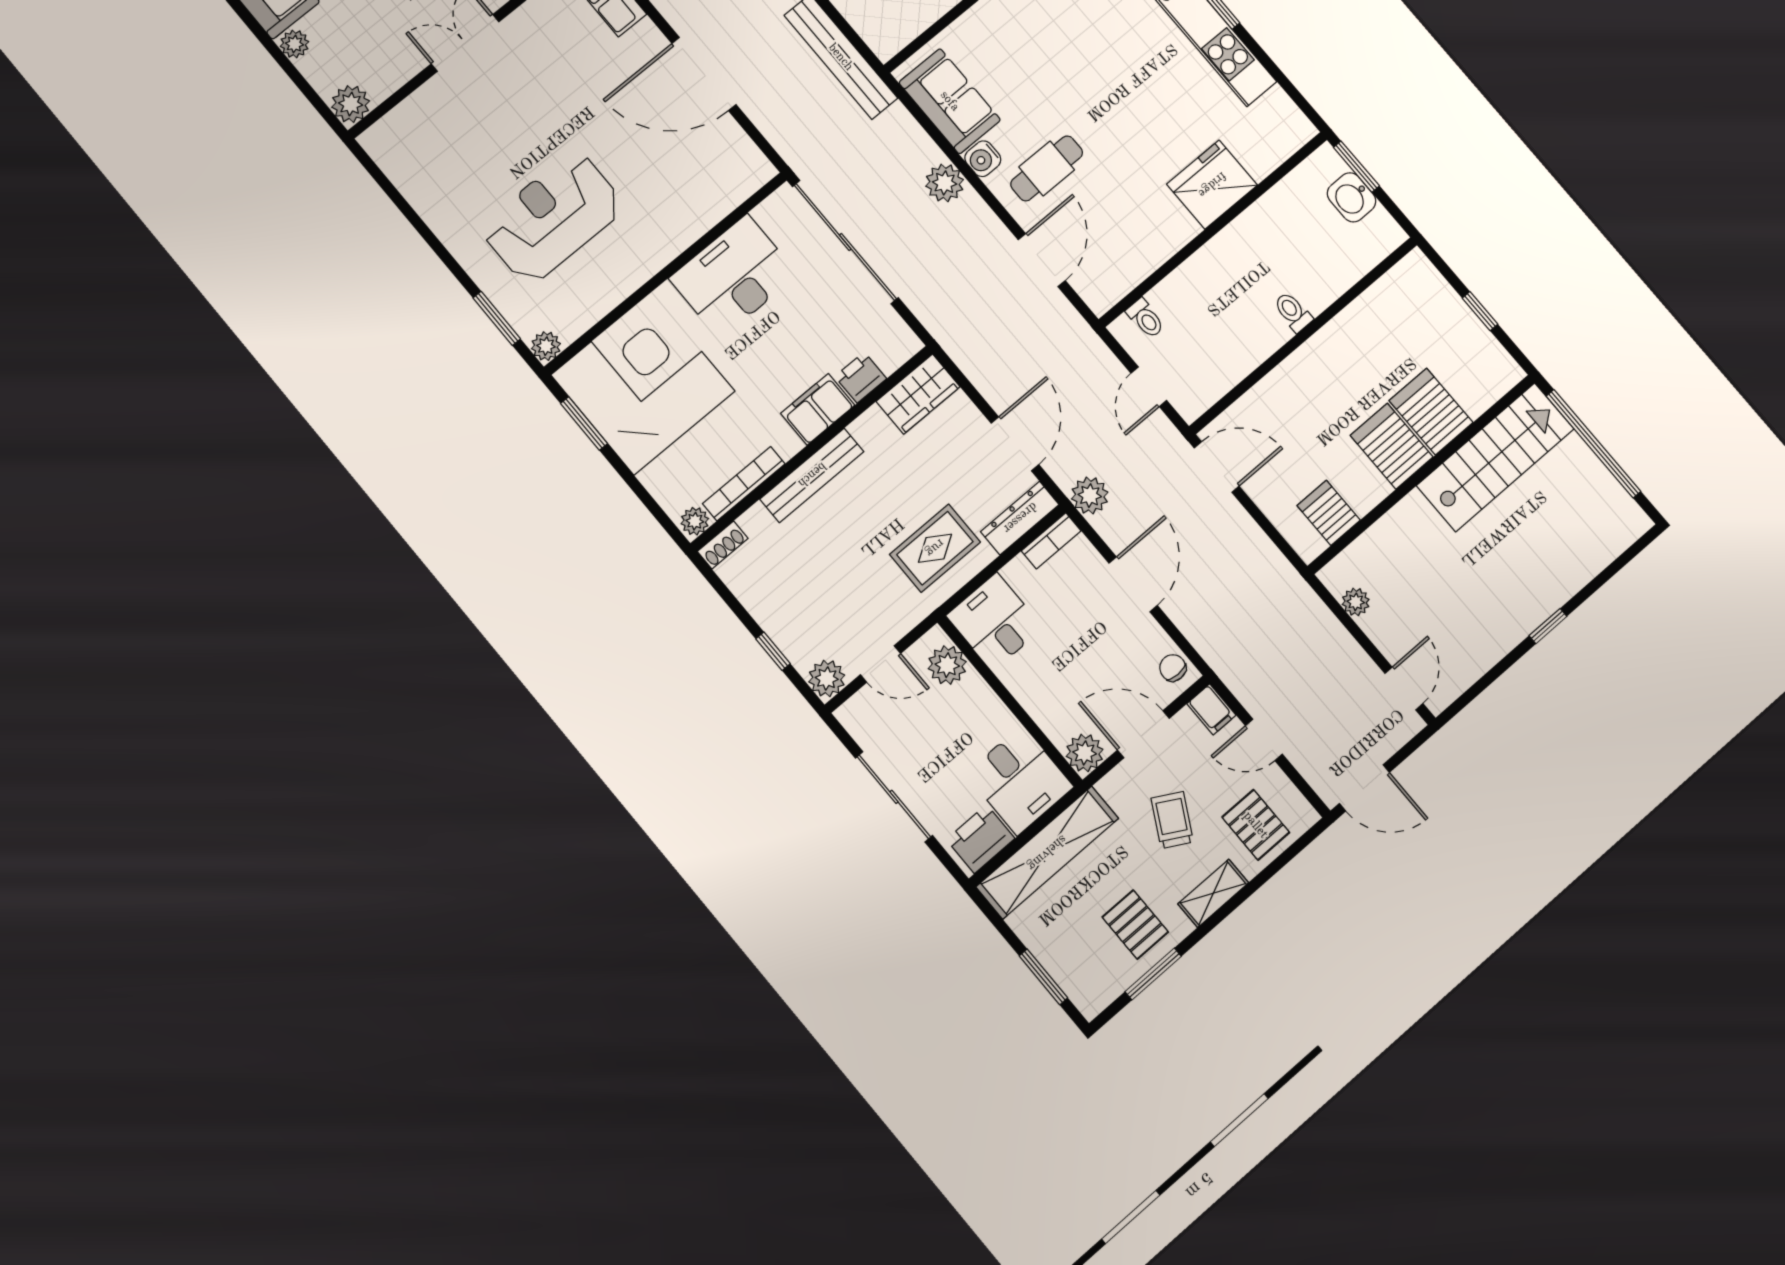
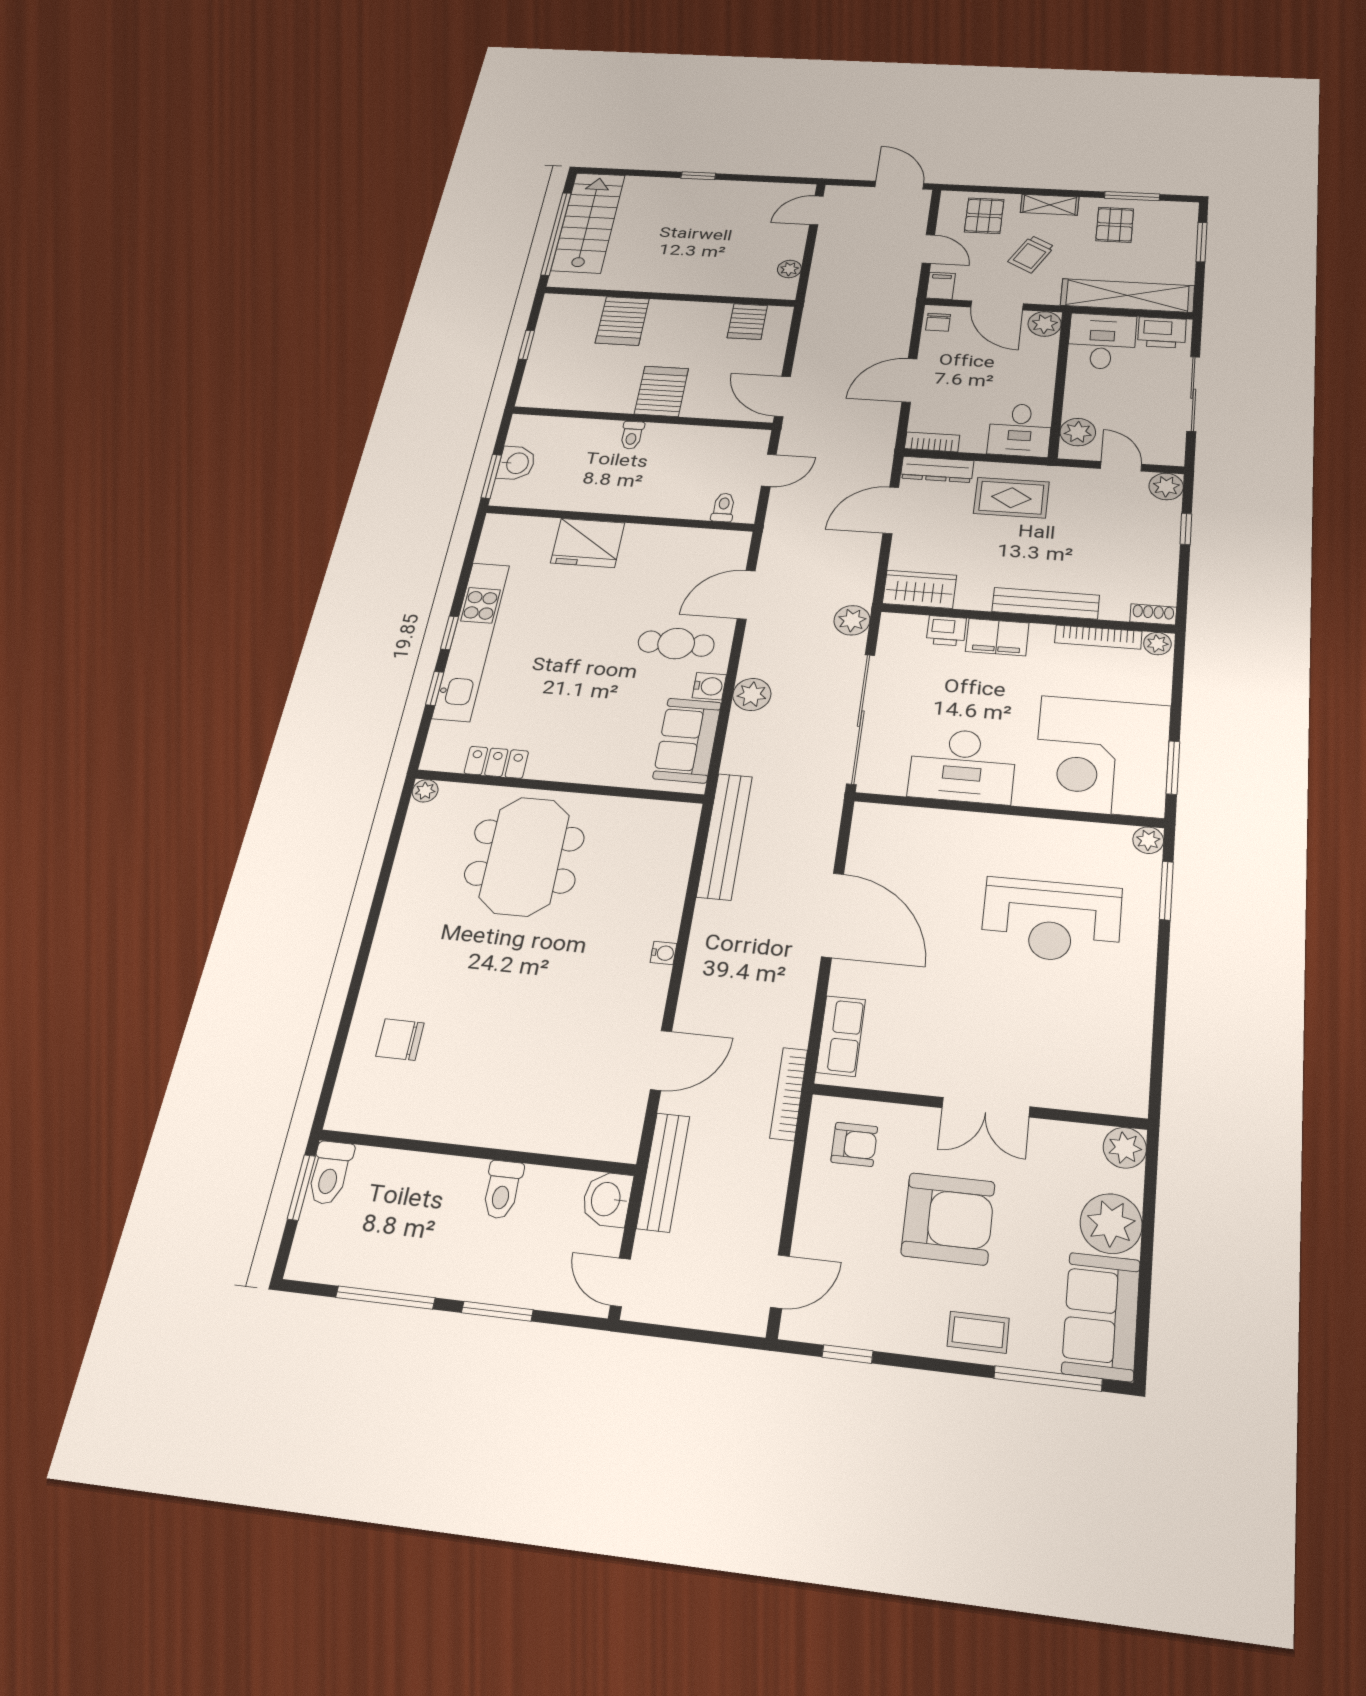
plant: (294, 44) -> (1111, 1224), width x1.87, depth x1.87
server rack: (1392, 446) -> (661, 391), moved, turned 180
stairs: (1495, 457) -> (588, 222), moved, turned 90
plant: (1090, 496) -> (852, 620), moved

